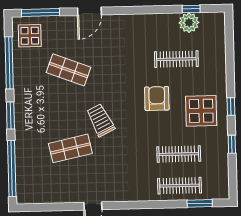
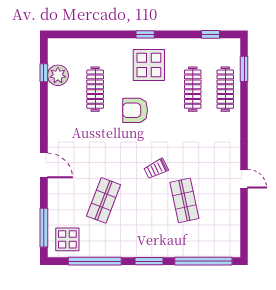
door: (89, 11) -> (44, 165), moved
trolley: (101, 120) -> (156, 169), width x0.73, depth x0.72
window: (232, 144) -> (210, 34), moved

